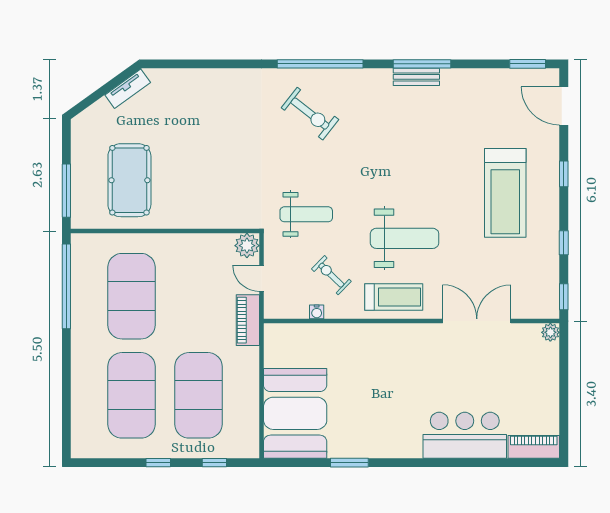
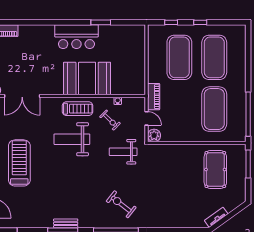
treadmill: (394, 297) -> (78, 109), turned 180
double door: (477, 321) -> (22, 96), moved
booth: (295, 413) -> (87, 78), moved, turned 90
bar counter: (465, 435) -> (76, 37), moved

